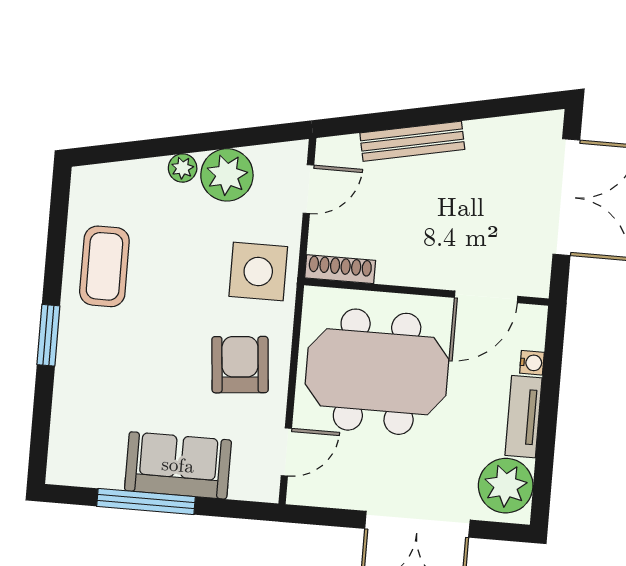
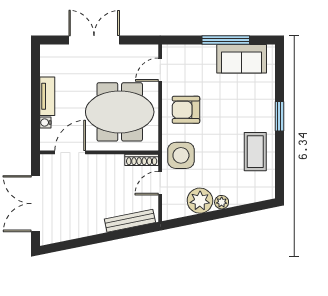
bench: (412, 141) -> (130, 221), moved
door: (308, 189) -> (160, 183), moved
armchair: (240, 365) -> (186, 110), turned 95
sofa: (178, 465) -> (242, 59), moved
plant: (506, 486) -> (53, 62), removed

